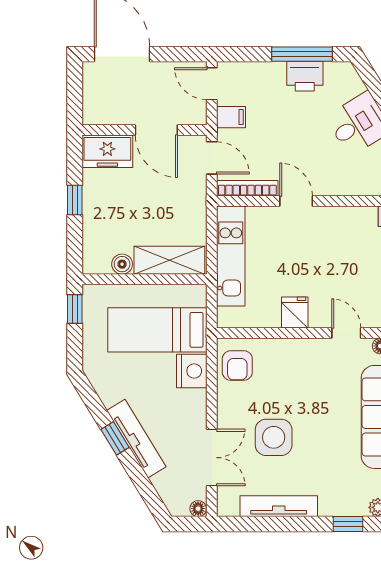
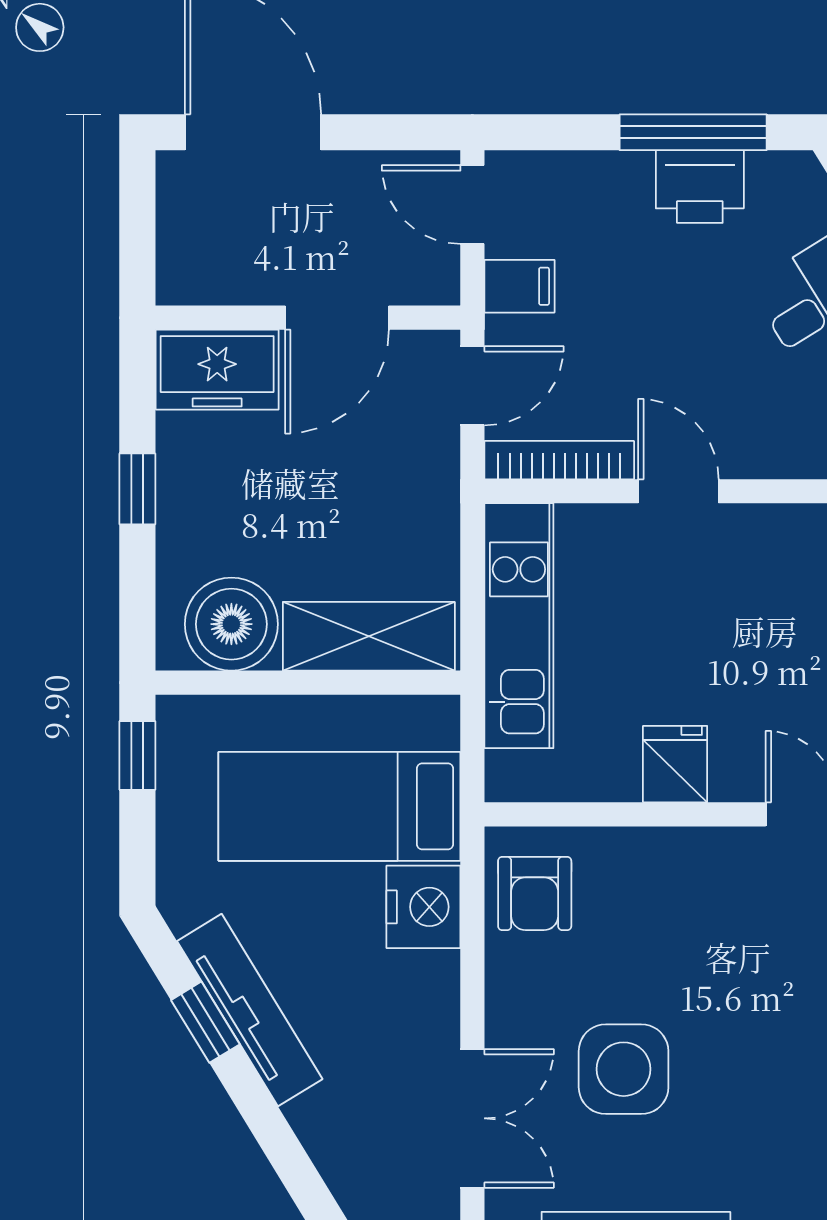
door: (156, 130) -> (337, 318), hinge flipped
door: (212, 158) -> (472, 386), hinge flipped
boiler: (122, 264) -> (231, 624), width x1.86, depth x1.86
window: (115, 438) -> (205, 1022), moved
tv unit: (136, 439) -> (250, 1010), moved

